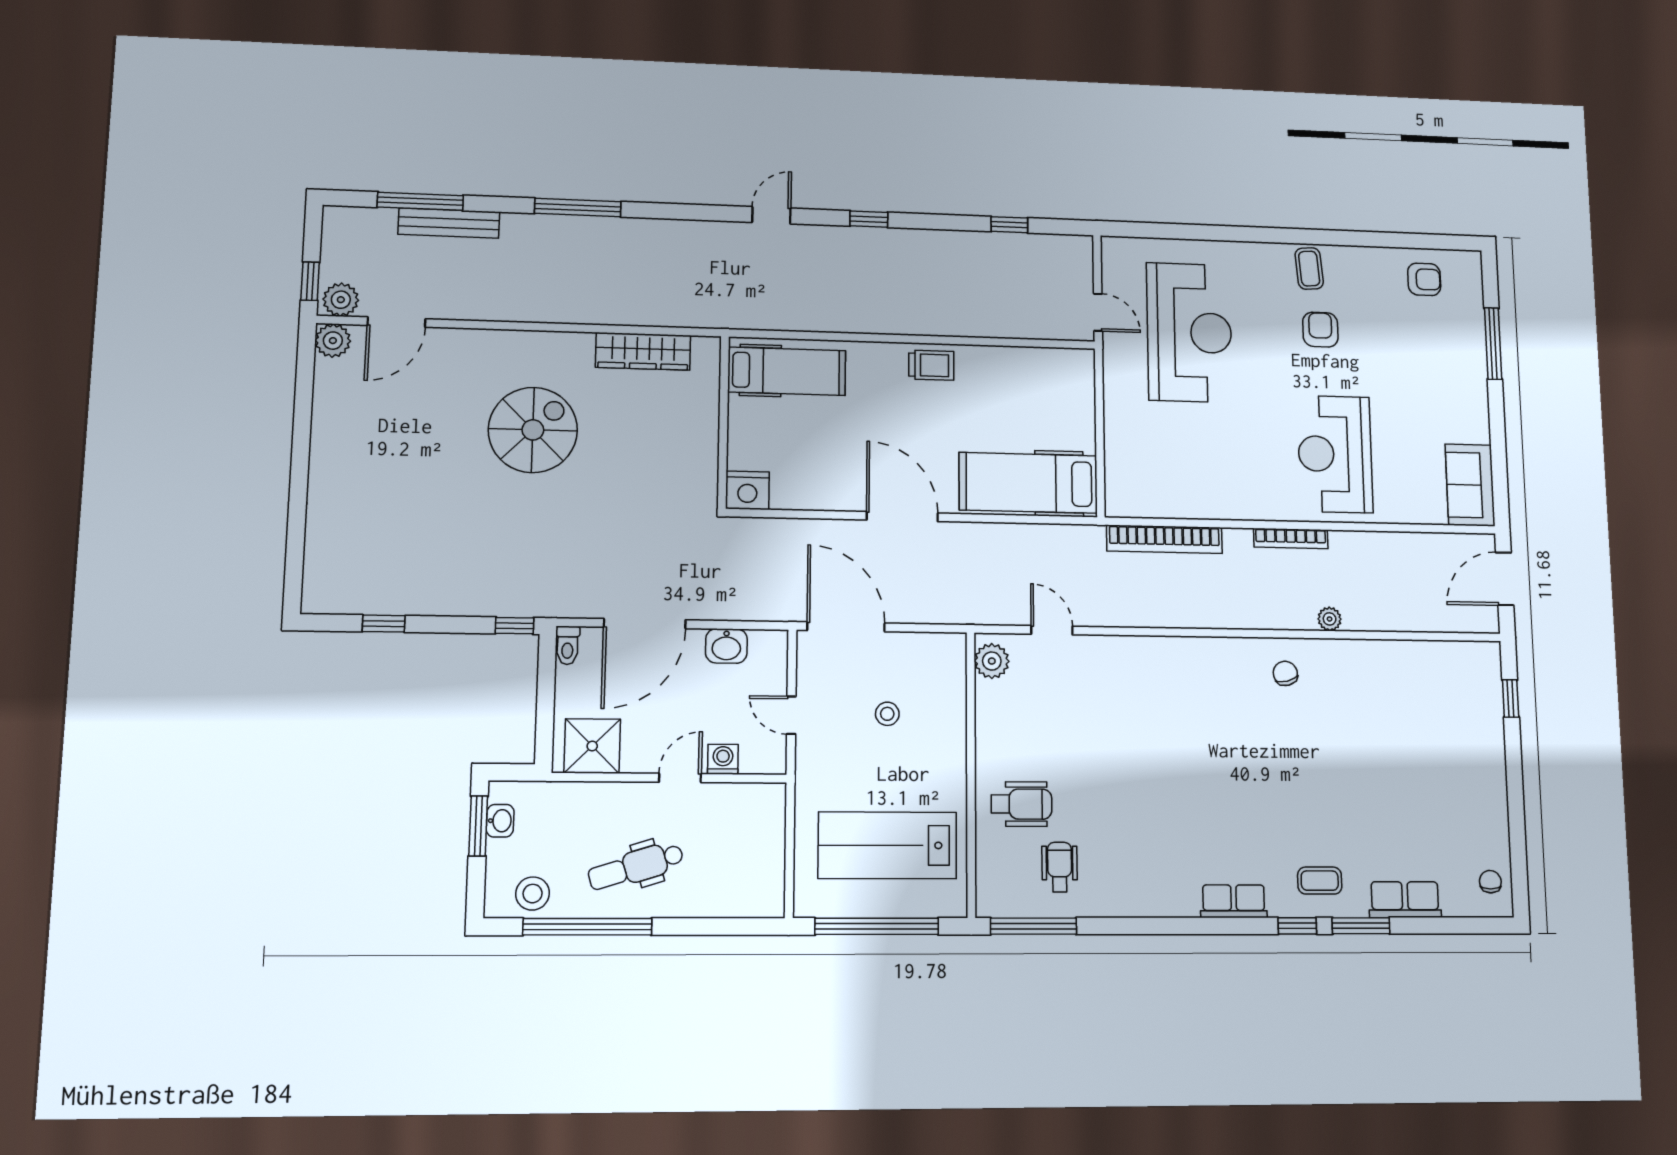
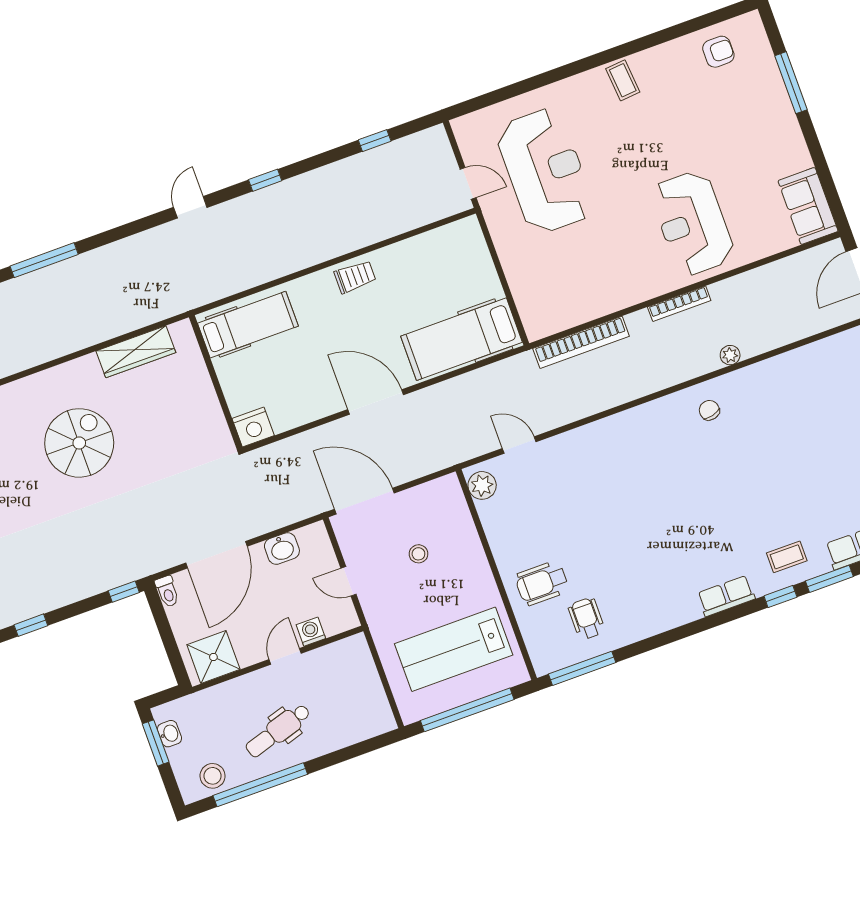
armchair: (1320, 330) -> (648, 127), removed
wheelchair: (1021, 804) -> (542, 583), turned 180

